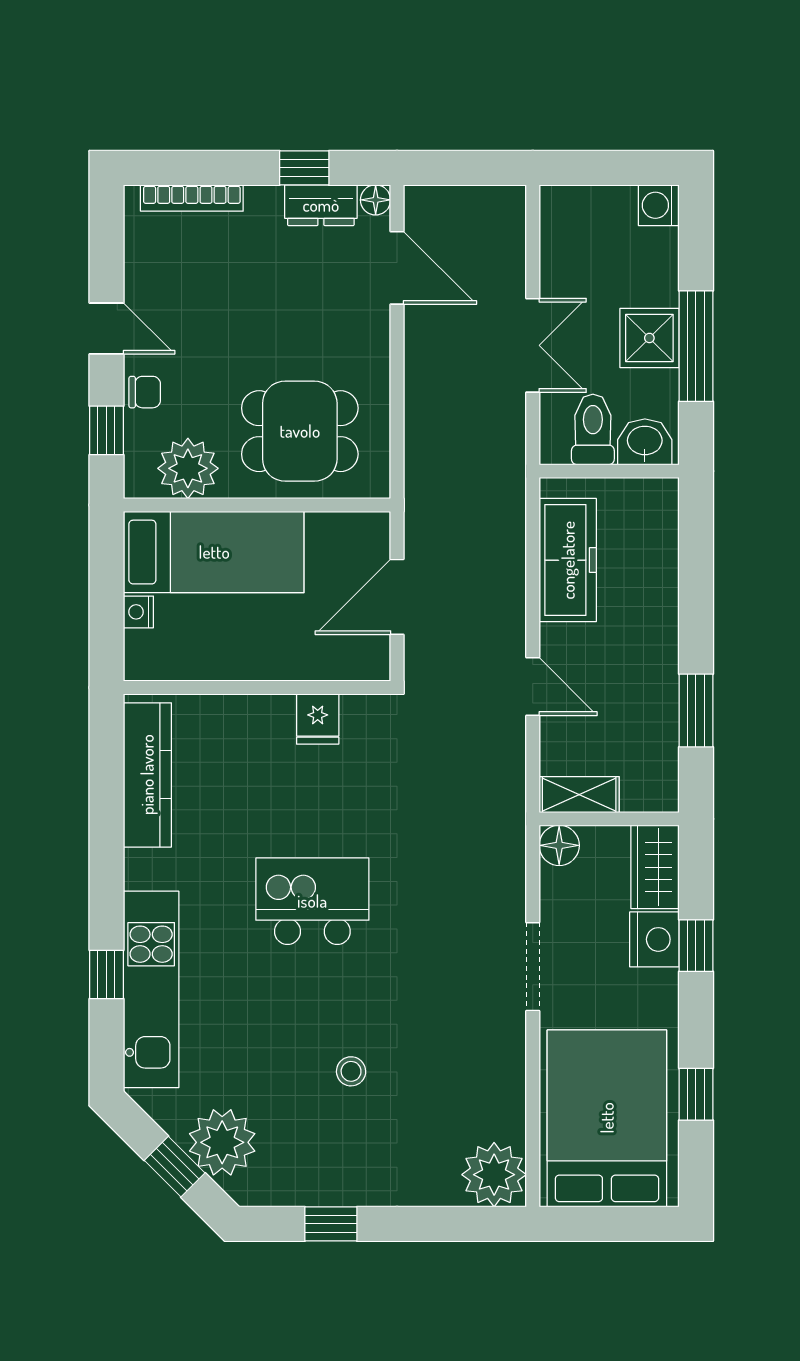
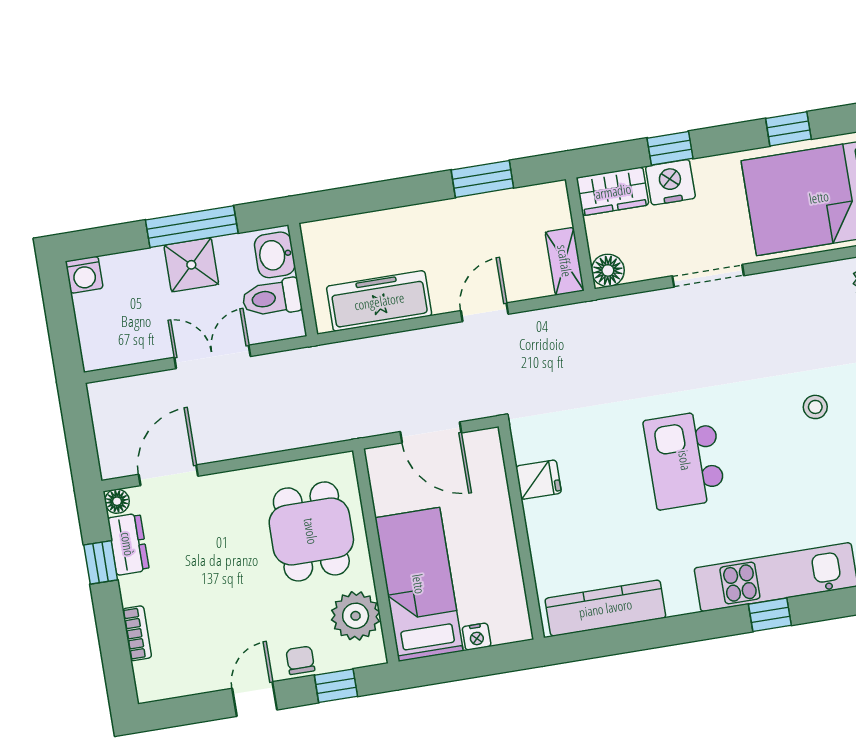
bookcase: (192, 198) -> (137, 633), width x0.64

